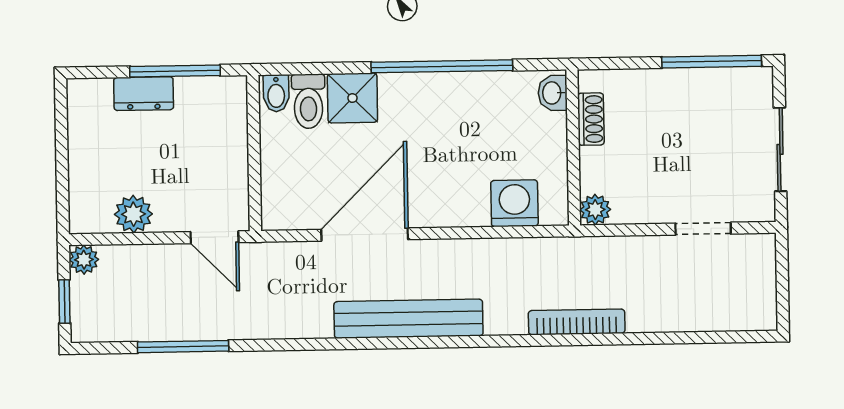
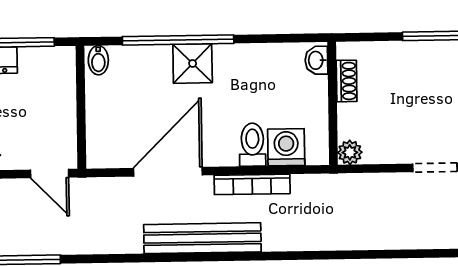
window: (442, 66) -> (178, 40), moved
shower: (352, 98) -> (193, 63), moved
toilet: (308, 101) -> (252, 145), moved, turned 180
bookcase: (577, 322) -> (252, 184), moved, turned 180

